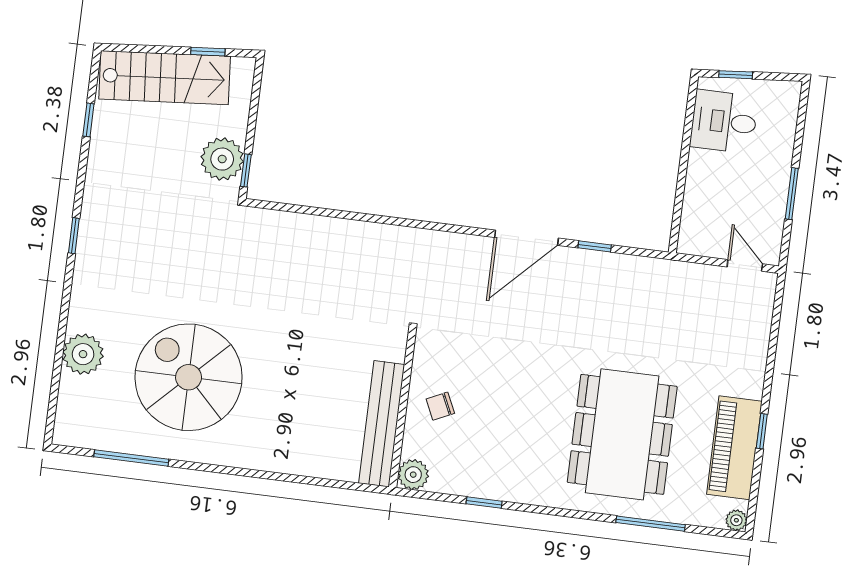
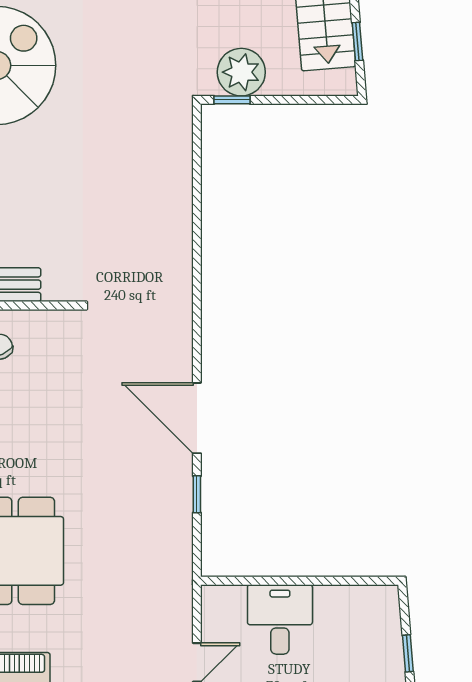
window: (736, 75) -> (408, 653), moved
desk: (724, 122) -> (280, 619), moved

